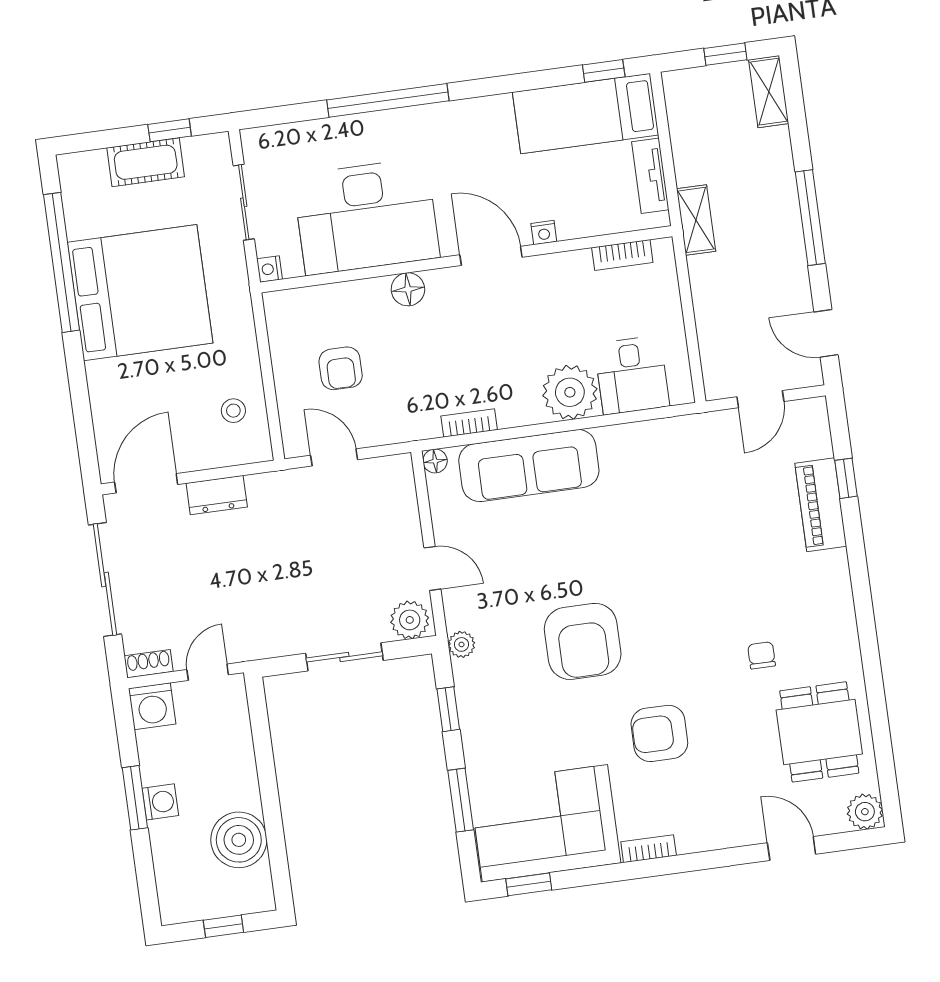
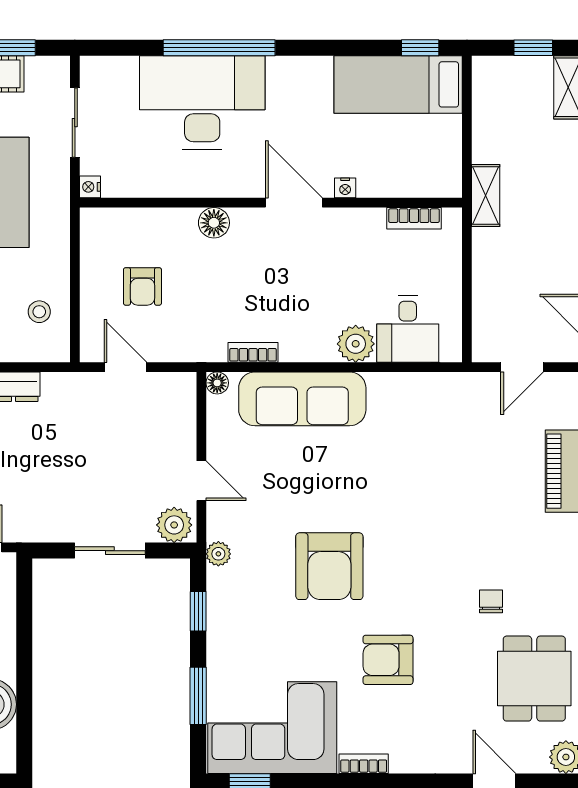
tv unit: (650, 176) -> (449, 149), removed
desk: (366, 217) -> (202, 102), moved, turned 180
plant: (570, 392) -> (356, 344), width x0.73, depth x0.73

